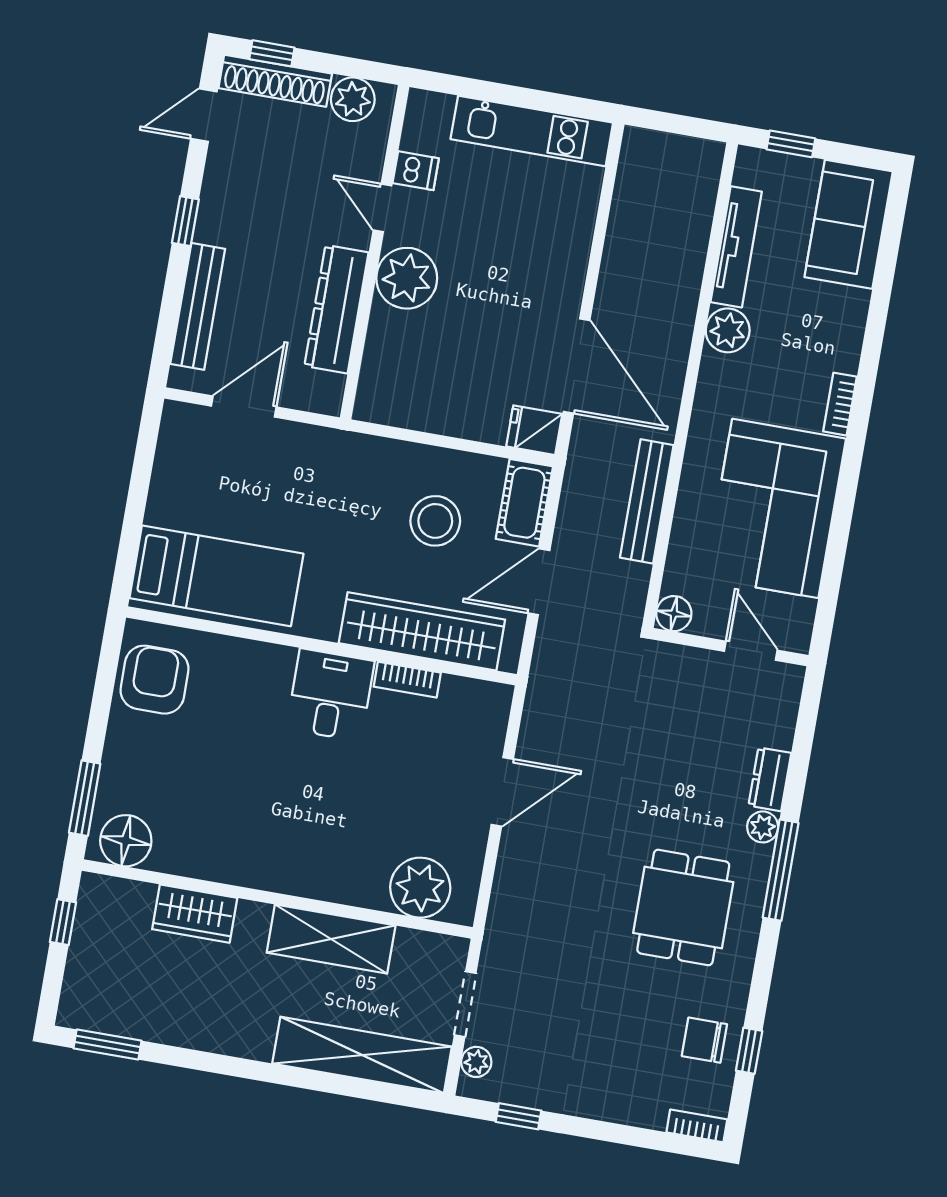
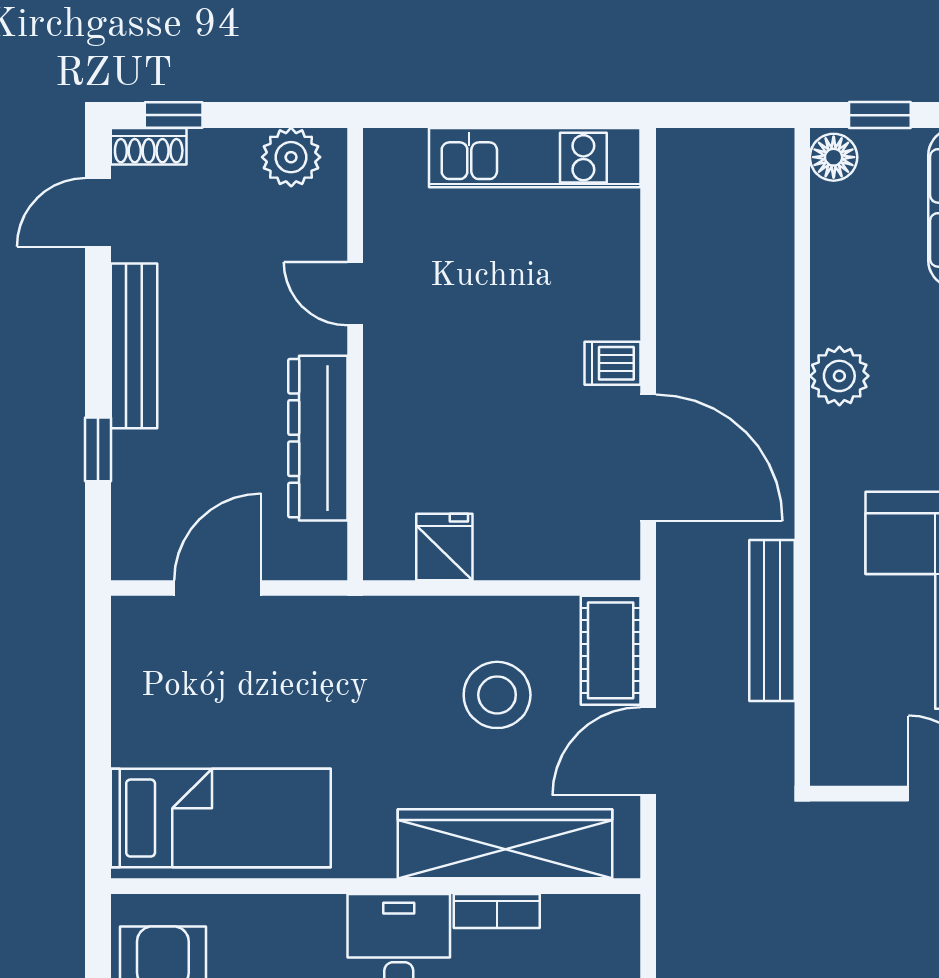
shoe rack: (275, 81) -> (149, 146), width x0.51, depth x0.81
dishwasher: (416, 171) -> (612, 363), moved, turned 180
window: (185, 221) -> (98, 449), moved
tv unit: (736, 247) -> (831, 264), removed
plant: (407, 278) -> (404, 381), removed
bench: (198, 306) -> (134, 346), moved
fridge: (534, 430) -> (444, 547), moved, turned 90
floor lamp: (674, 614) -> (834, 157), moved

